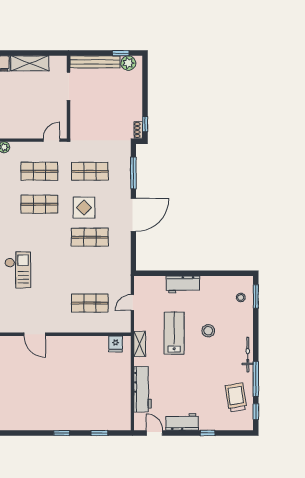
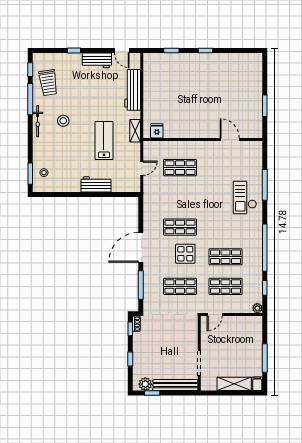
window: (145, 91) -> (130, 359), added
stool: (208, 331) -> (63, 121), moved
lab bench: (174, 333) -> (104, 141), turned 180

